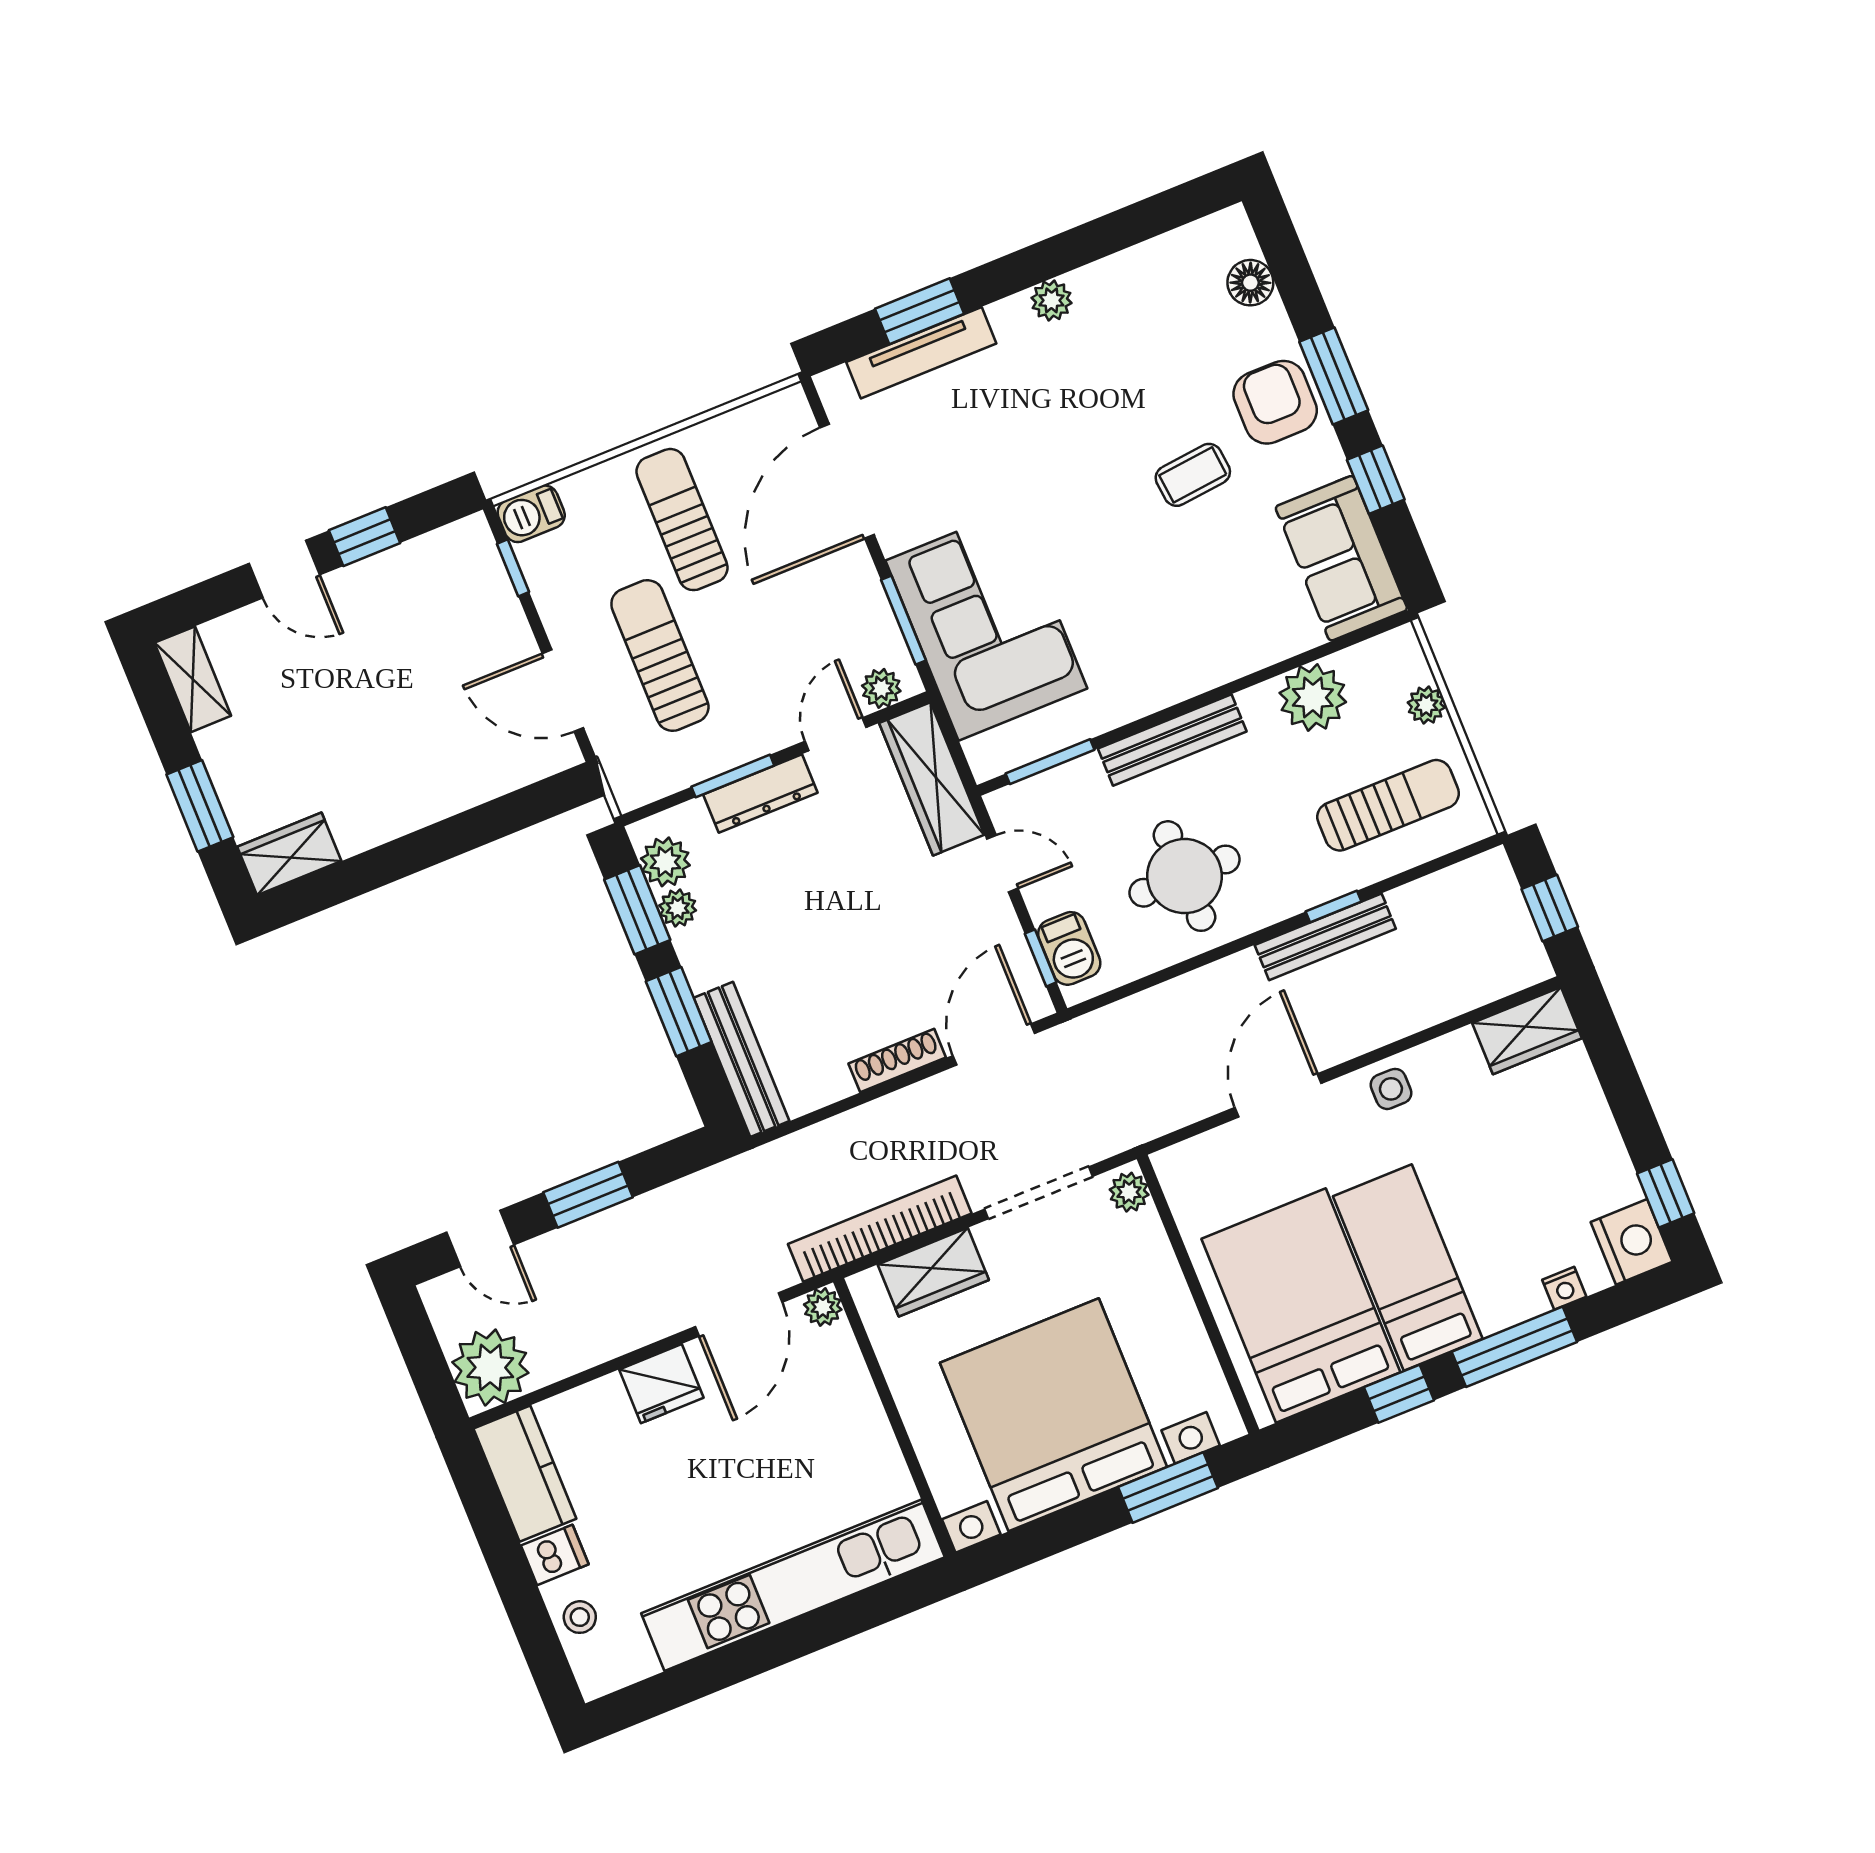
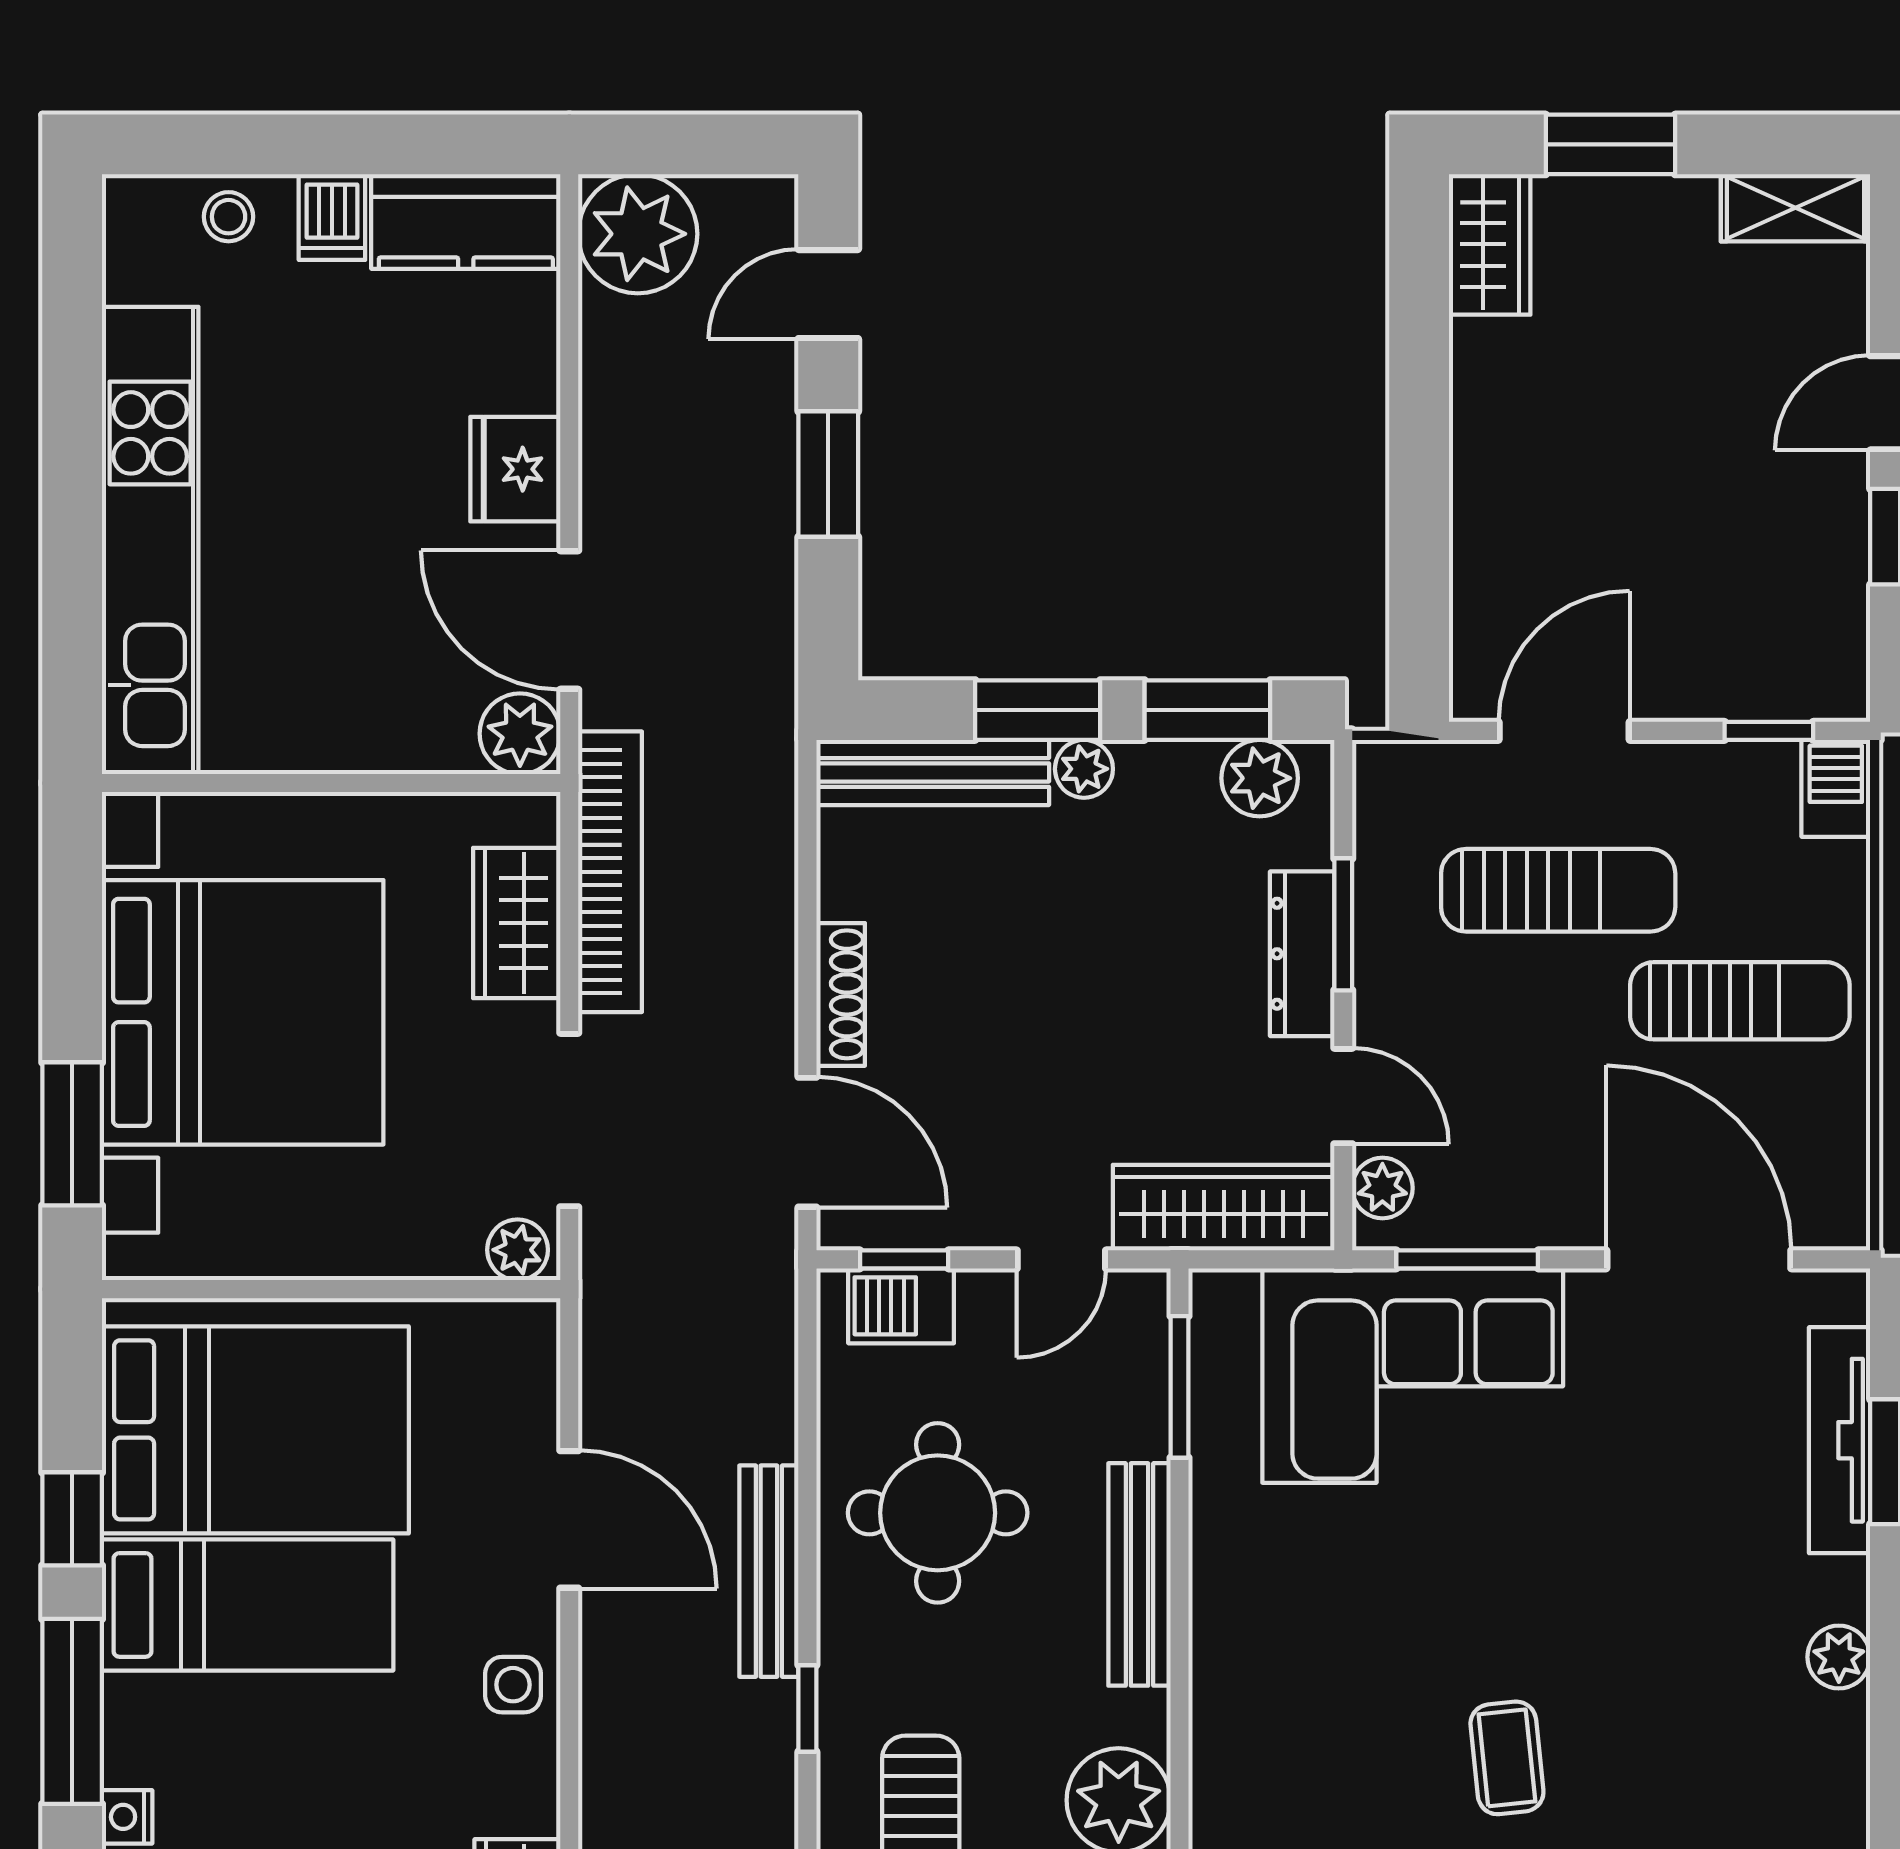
plant: (678, 908) -> (1084, 769), moved
bench: (1325, 937) -> (769, 1571), moved
plant: (823, 1307) -> (520, 734), width x1.38, depth x1.38

